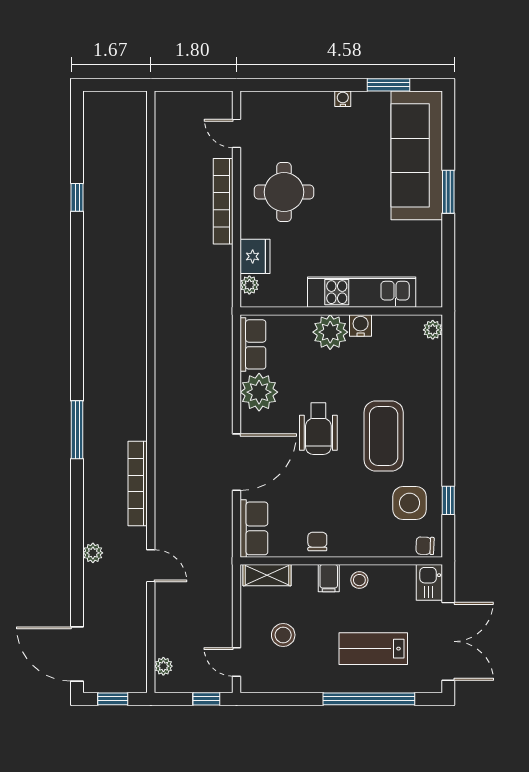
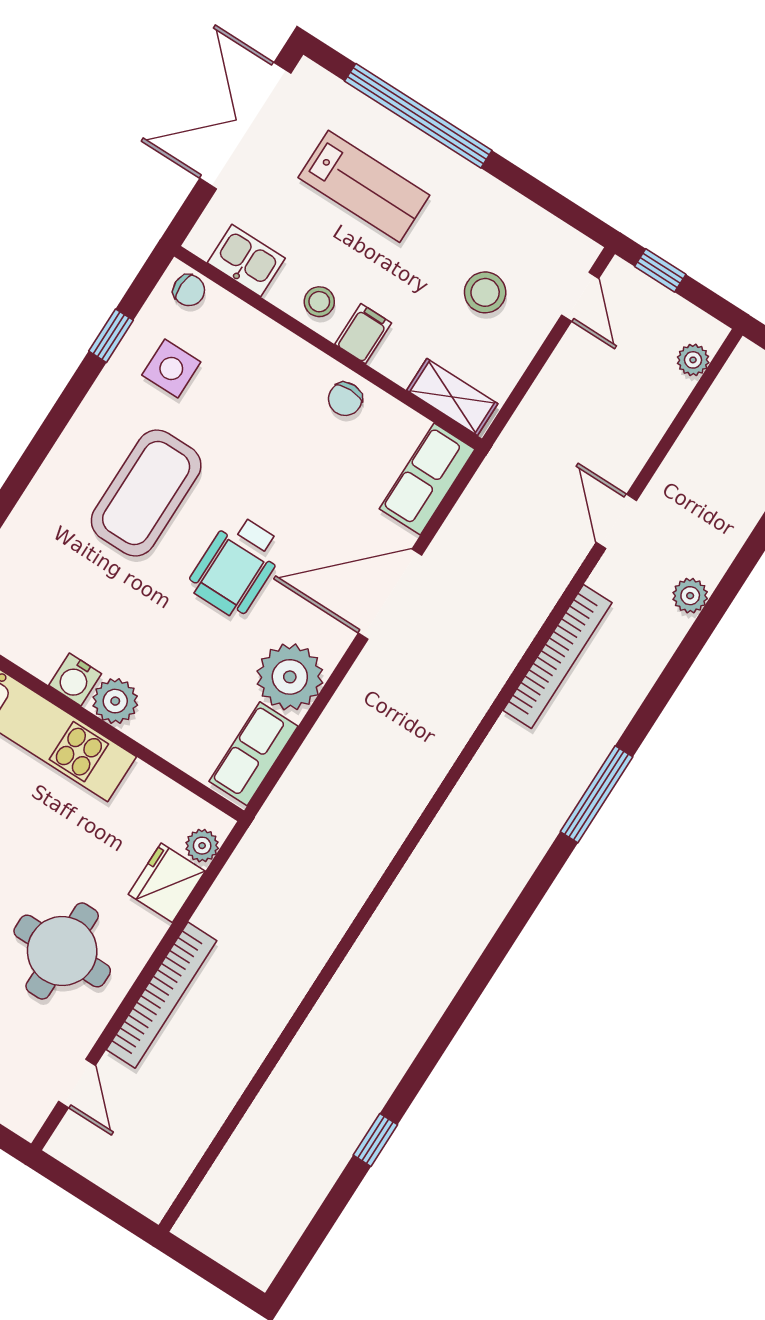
plant: (330, 332) -> (115, 701), width x0.73, depth x0.73
wheelchair: (318, 429) -> (236, 566), turned 180
side table: (410, 503) -> (171, 369), width x0.73, depth x0.73
kitchen sink: (429, 582) -> (246, 260), moved, turned -90

